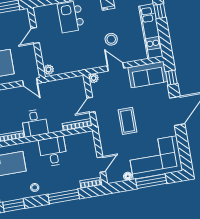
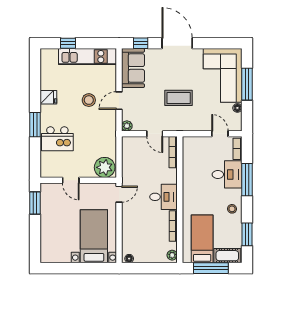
plant: (49, 70) -> (105, 167), width x1.88, depth x1.88
desk: (53, 151) -> (227, 174), moved, turned 180

